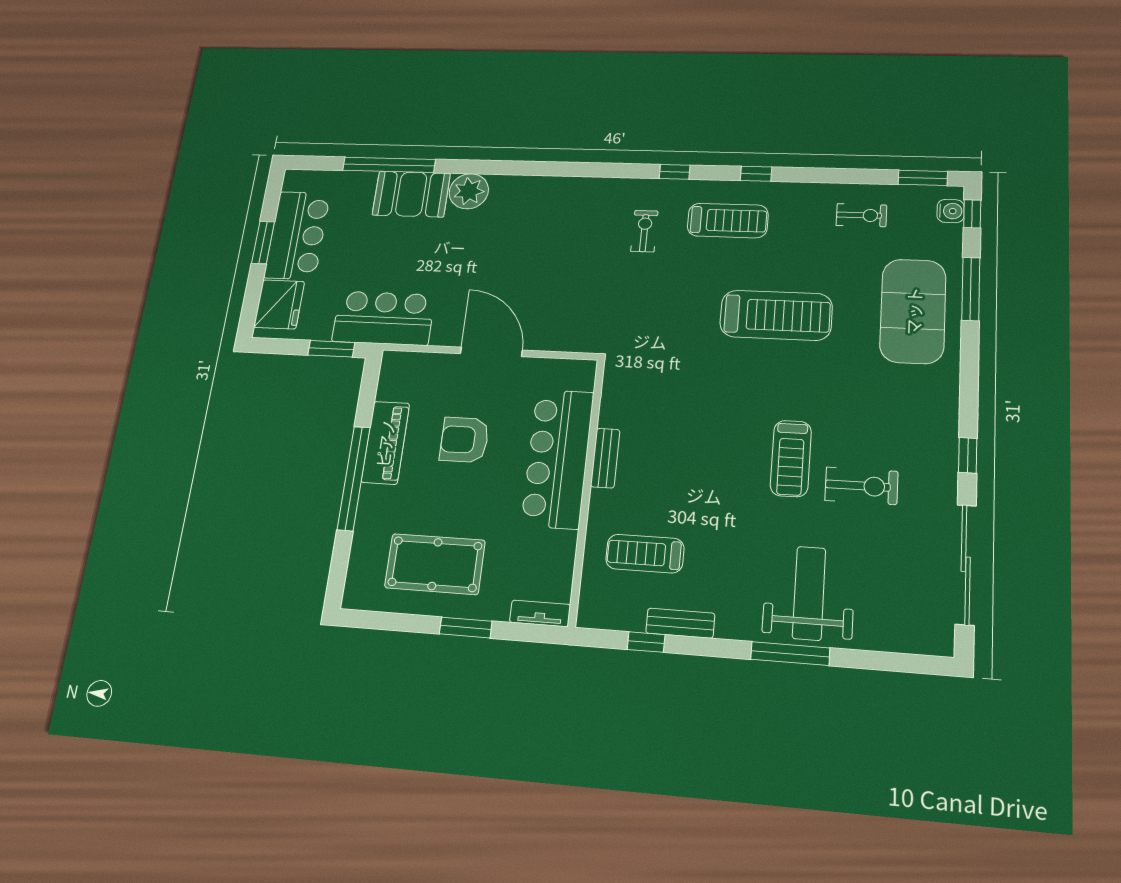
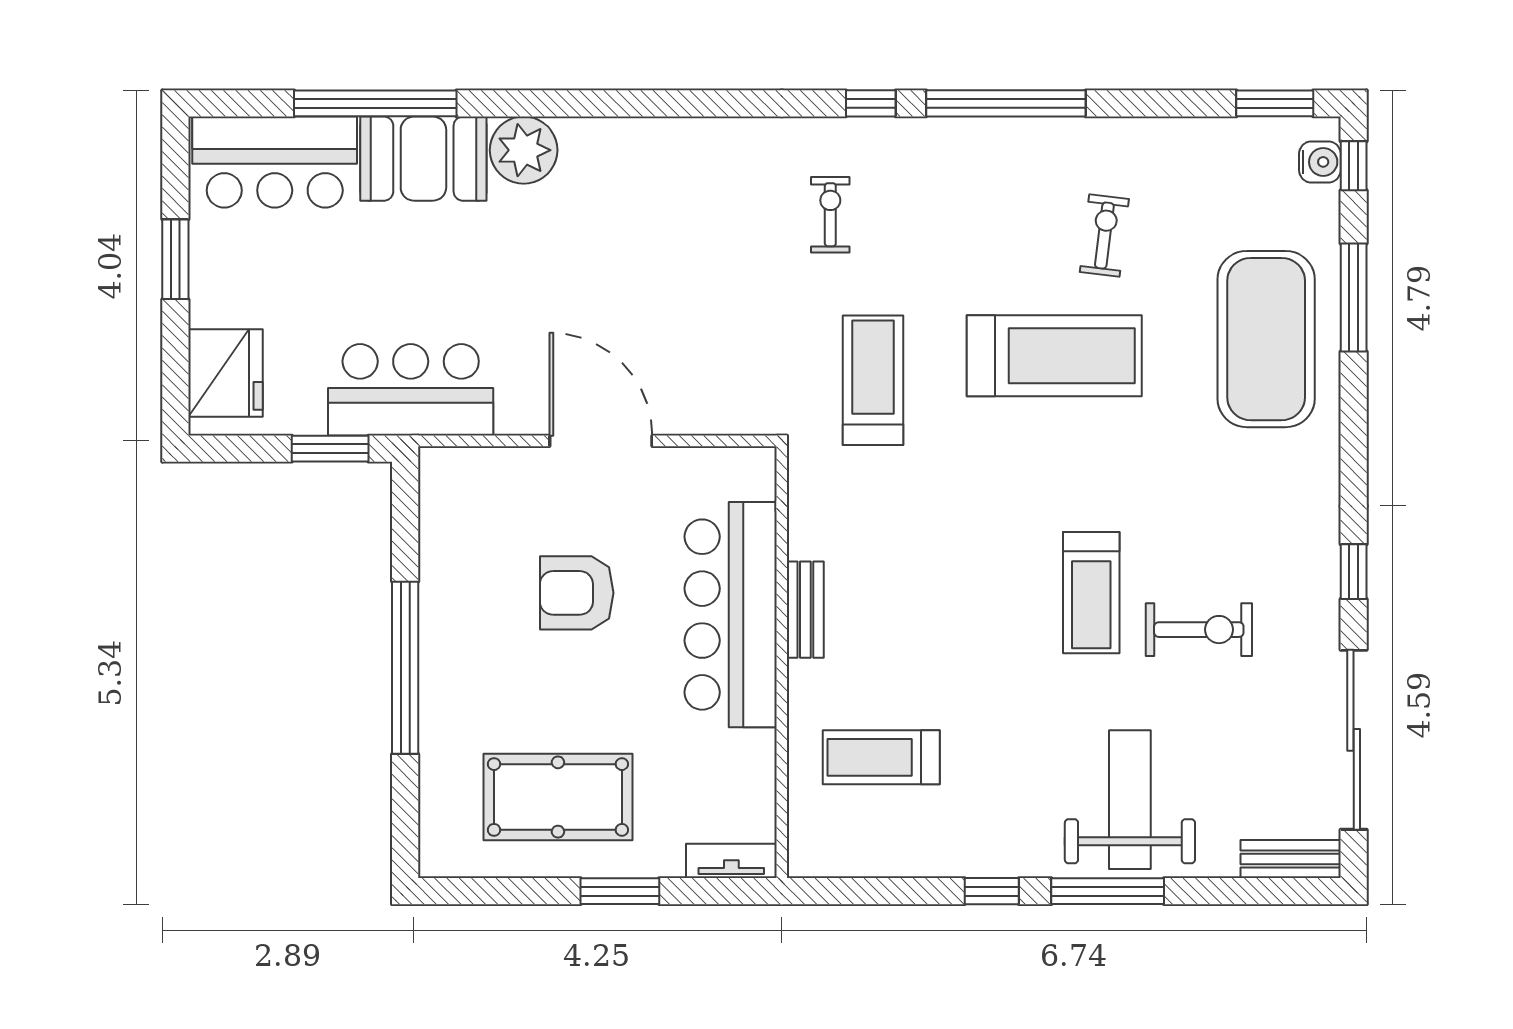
window: (756, 174) -> (1006, 103), width x3.17
exercise bike: (861, 215) -> (1104, 235), moved, turned -83
treadmill: (728, 221) -> (873, 380), moved, turned -90
bar counter: (297, 235) -> (275, 162), moved, turned 90
piano: (385, 443) -> (448, 605), removed
bench: (680, 623) -> (1291, 859), moved
window: (646, 642) -> (992, 891), moved

